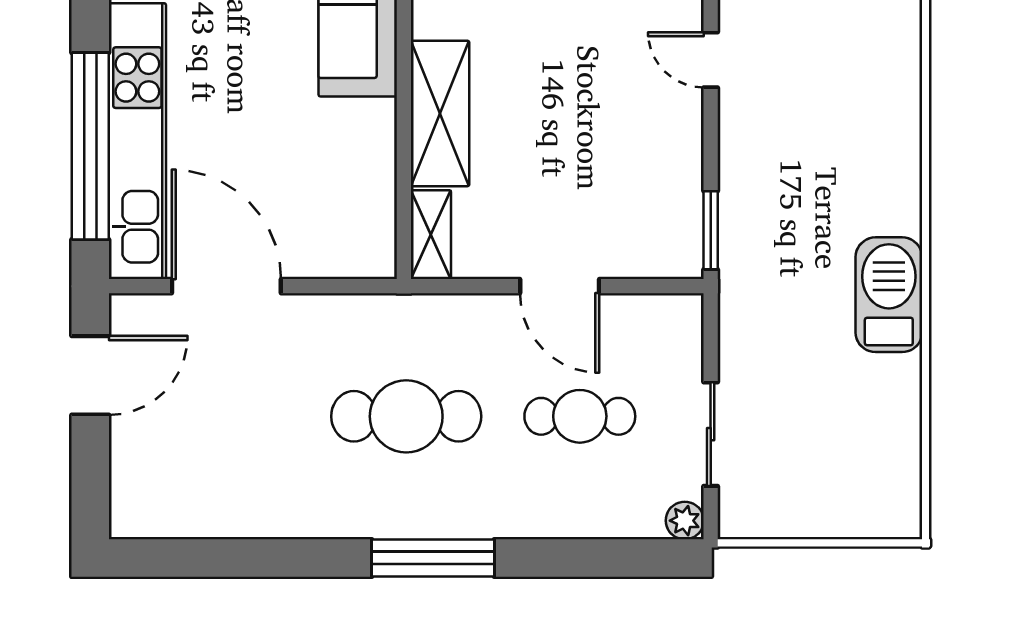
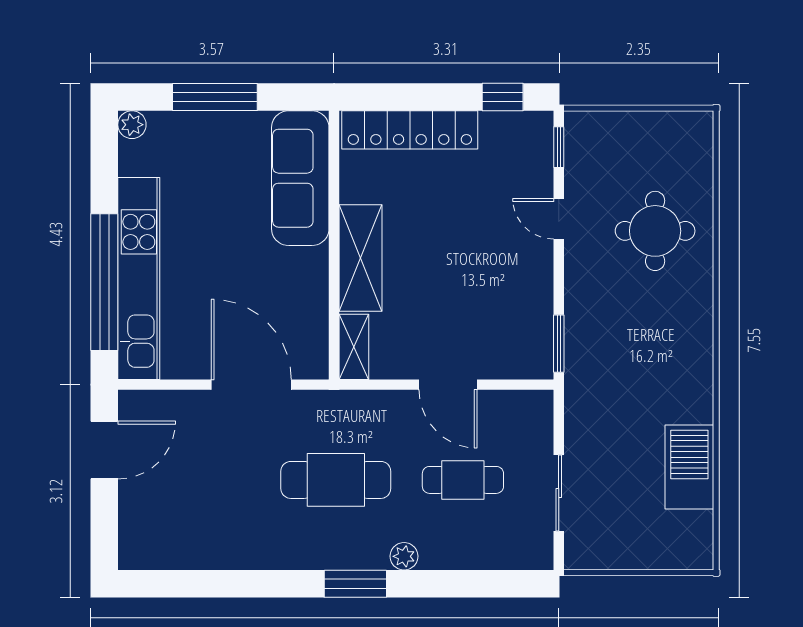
round table: (842, 76) -> (655, 231), added
door: (226, 286) -> (251, 385), moved
barbecue: (889, 295) -> (689, 467), moved
plant: (685, 521) -> (404, 556), moved
window: (433, 558) -> (355, 584), width x0.69

